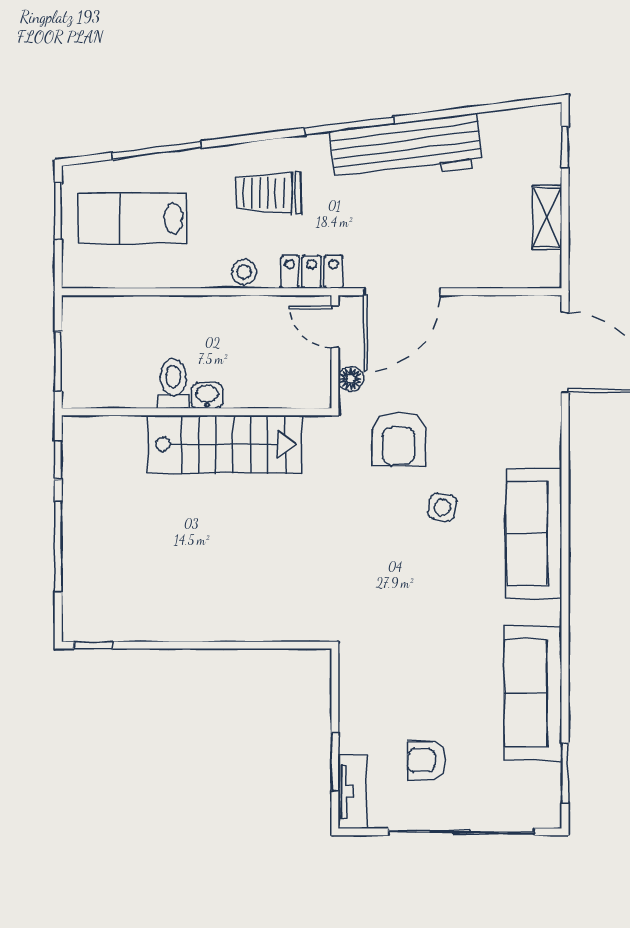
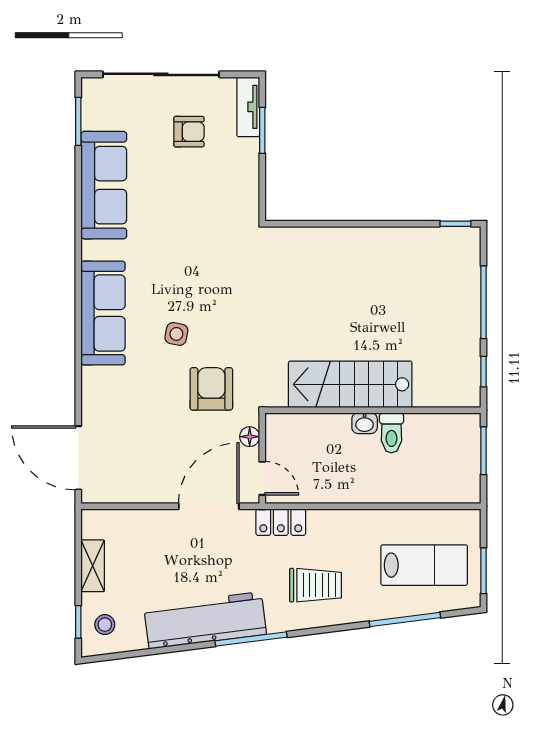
stool: (244, 272) -> (105, 625), moved

